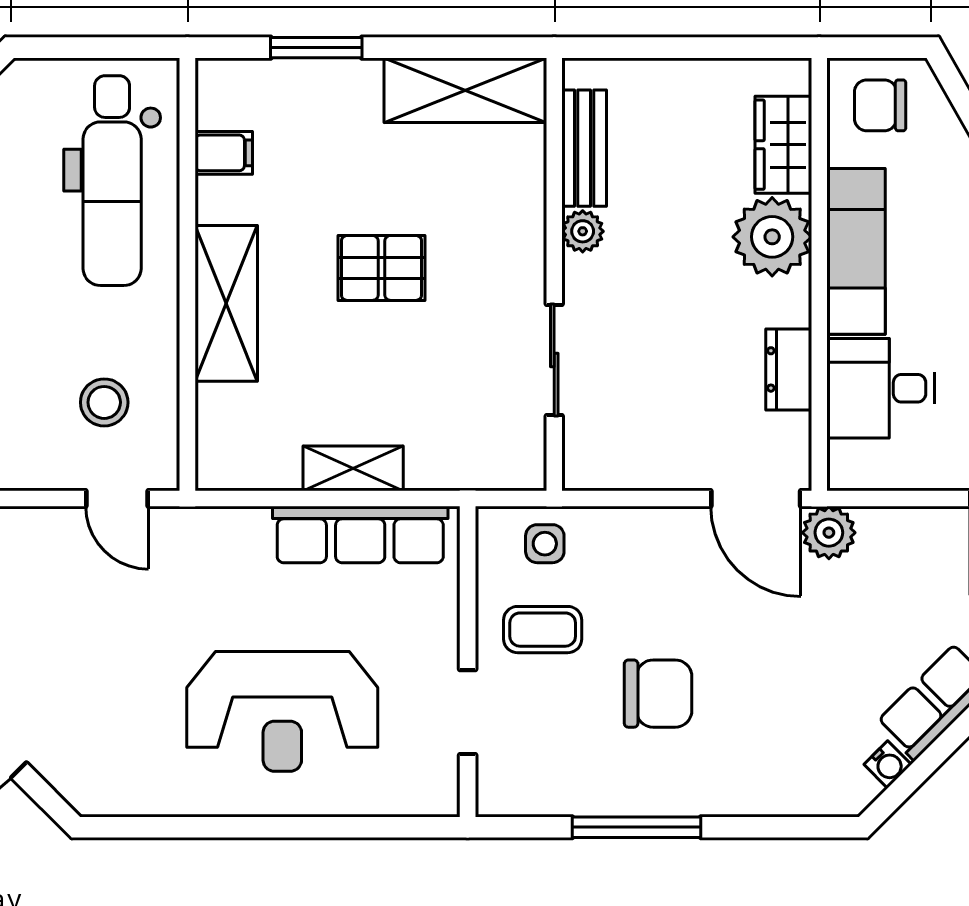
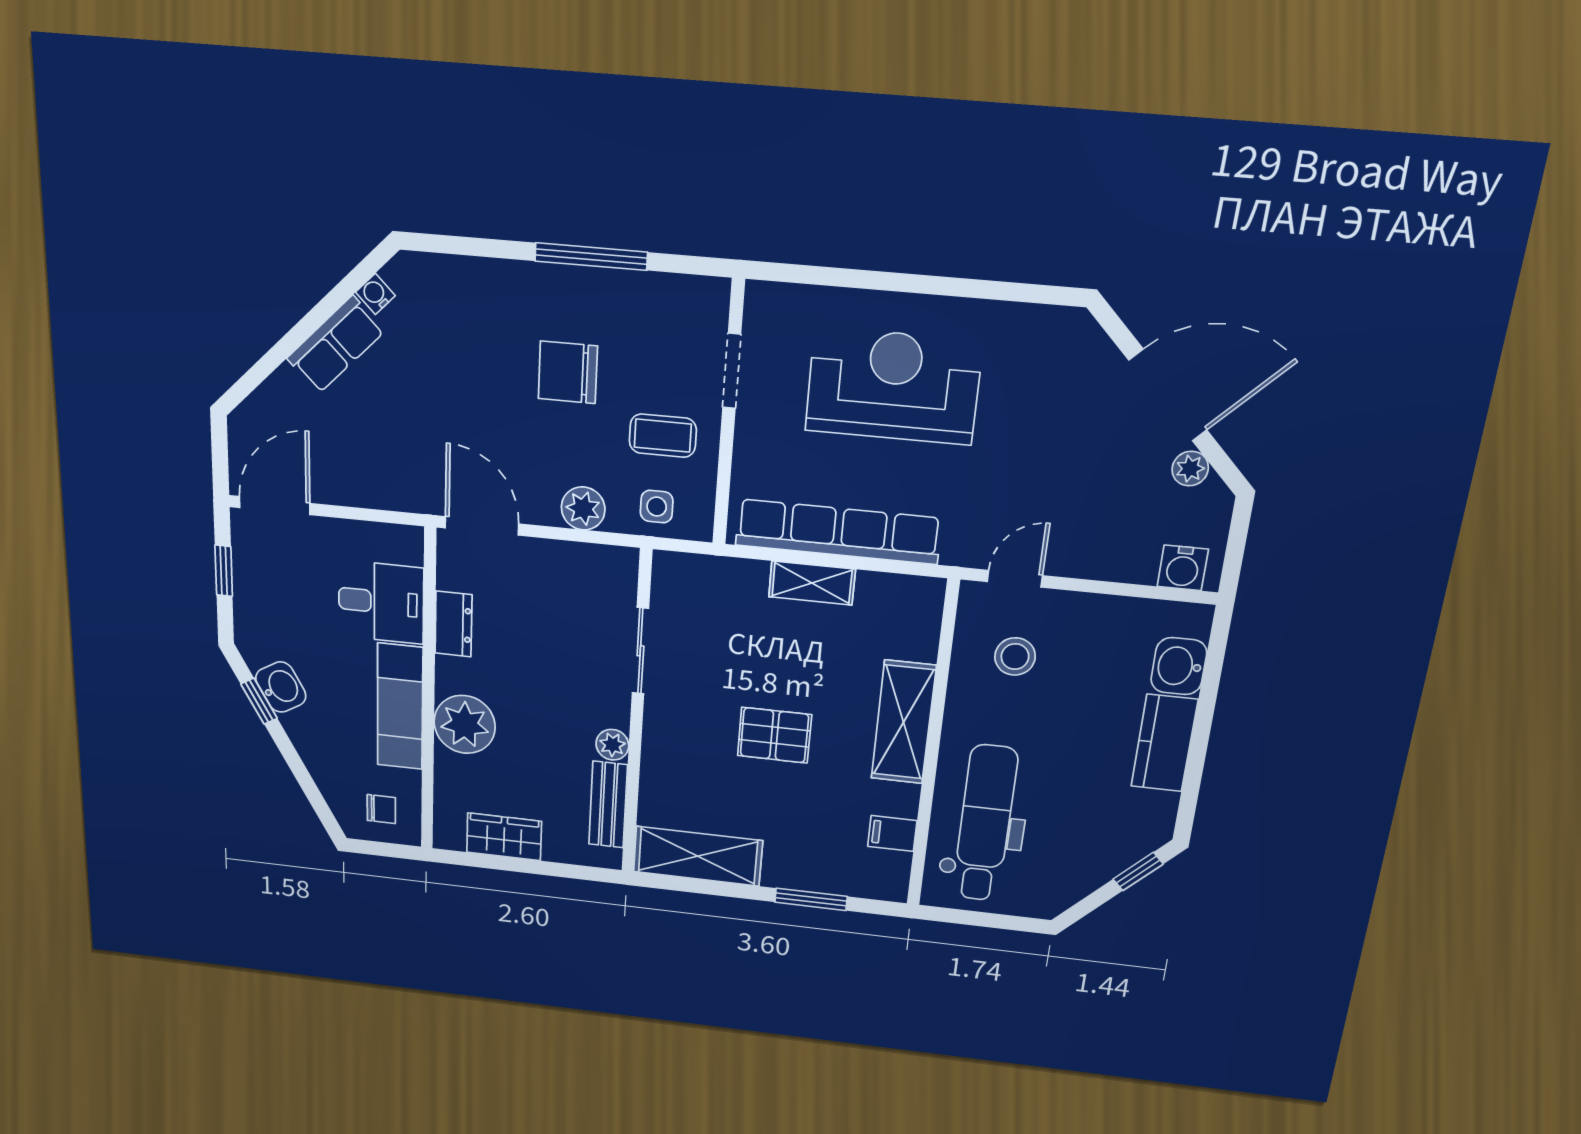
chair: (880, 105) -> (381, 809), width x0.73, depth x0.73
wardrobe: (783, 145) -> (504, 837), moved, turned -90
door: (117, 499) -> (1015, 579), hinge flipped
plant: (829, 533) -> (583, 508), moved
row of seats: (360, 535) -> (838, 532), width x1.36

